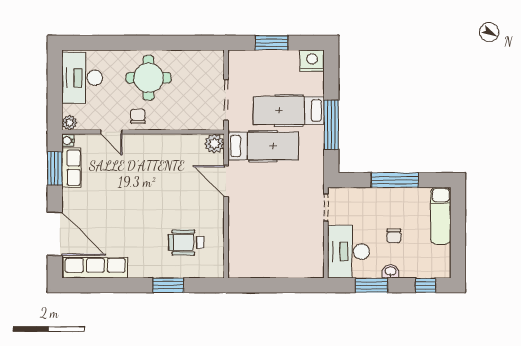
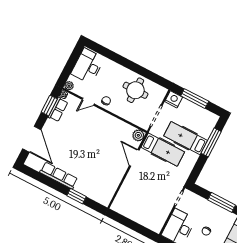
window: (271, 43) -> (195, 99), width x1.44
nightstand: (312, 61) -> (174, 99), moved
round table: (149, 78) -> (135, 90), moved
window: (331, 125) -> (211, 142), moved
door: (111, 132) -> (88, 102), hinge flipped
wheelchair: (186, 242) -> (97, 179), removed
row of seats: (95, 268) -> (59, 175), moved

